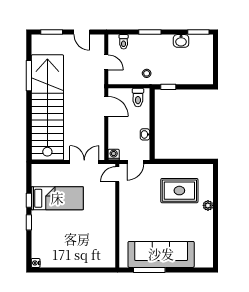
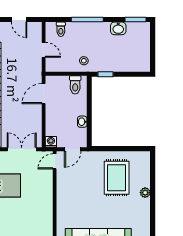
window: (150, 32) -> (87, 19), width x1.44
door: (106, 106) -> (44, 94), swing flipped
rug: (179, 191) -> (117, 178), turned 90

